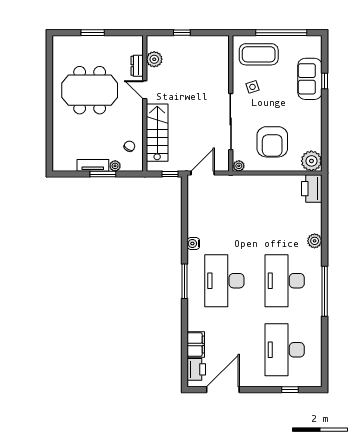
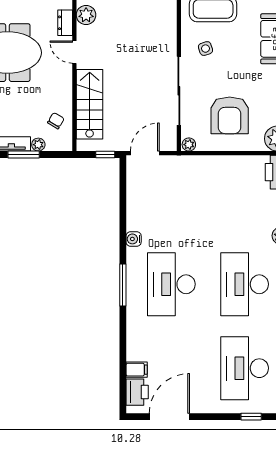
filing cabinet: (196, 345) -> (137, 370), width x0.50

